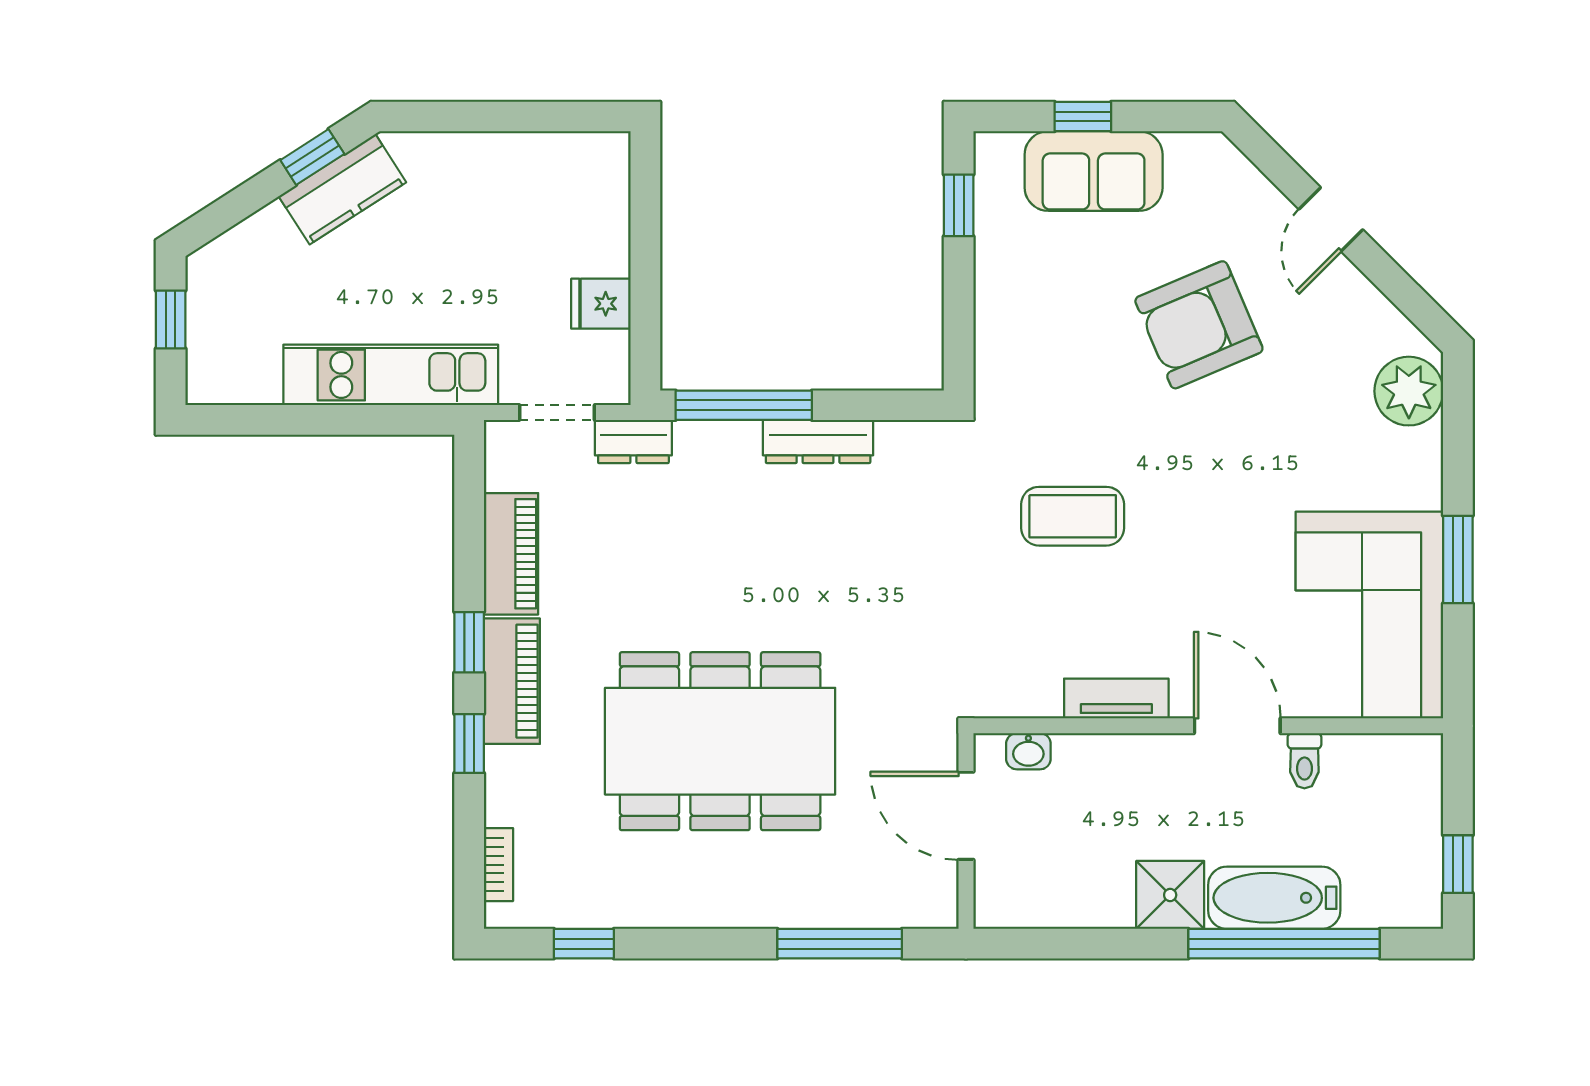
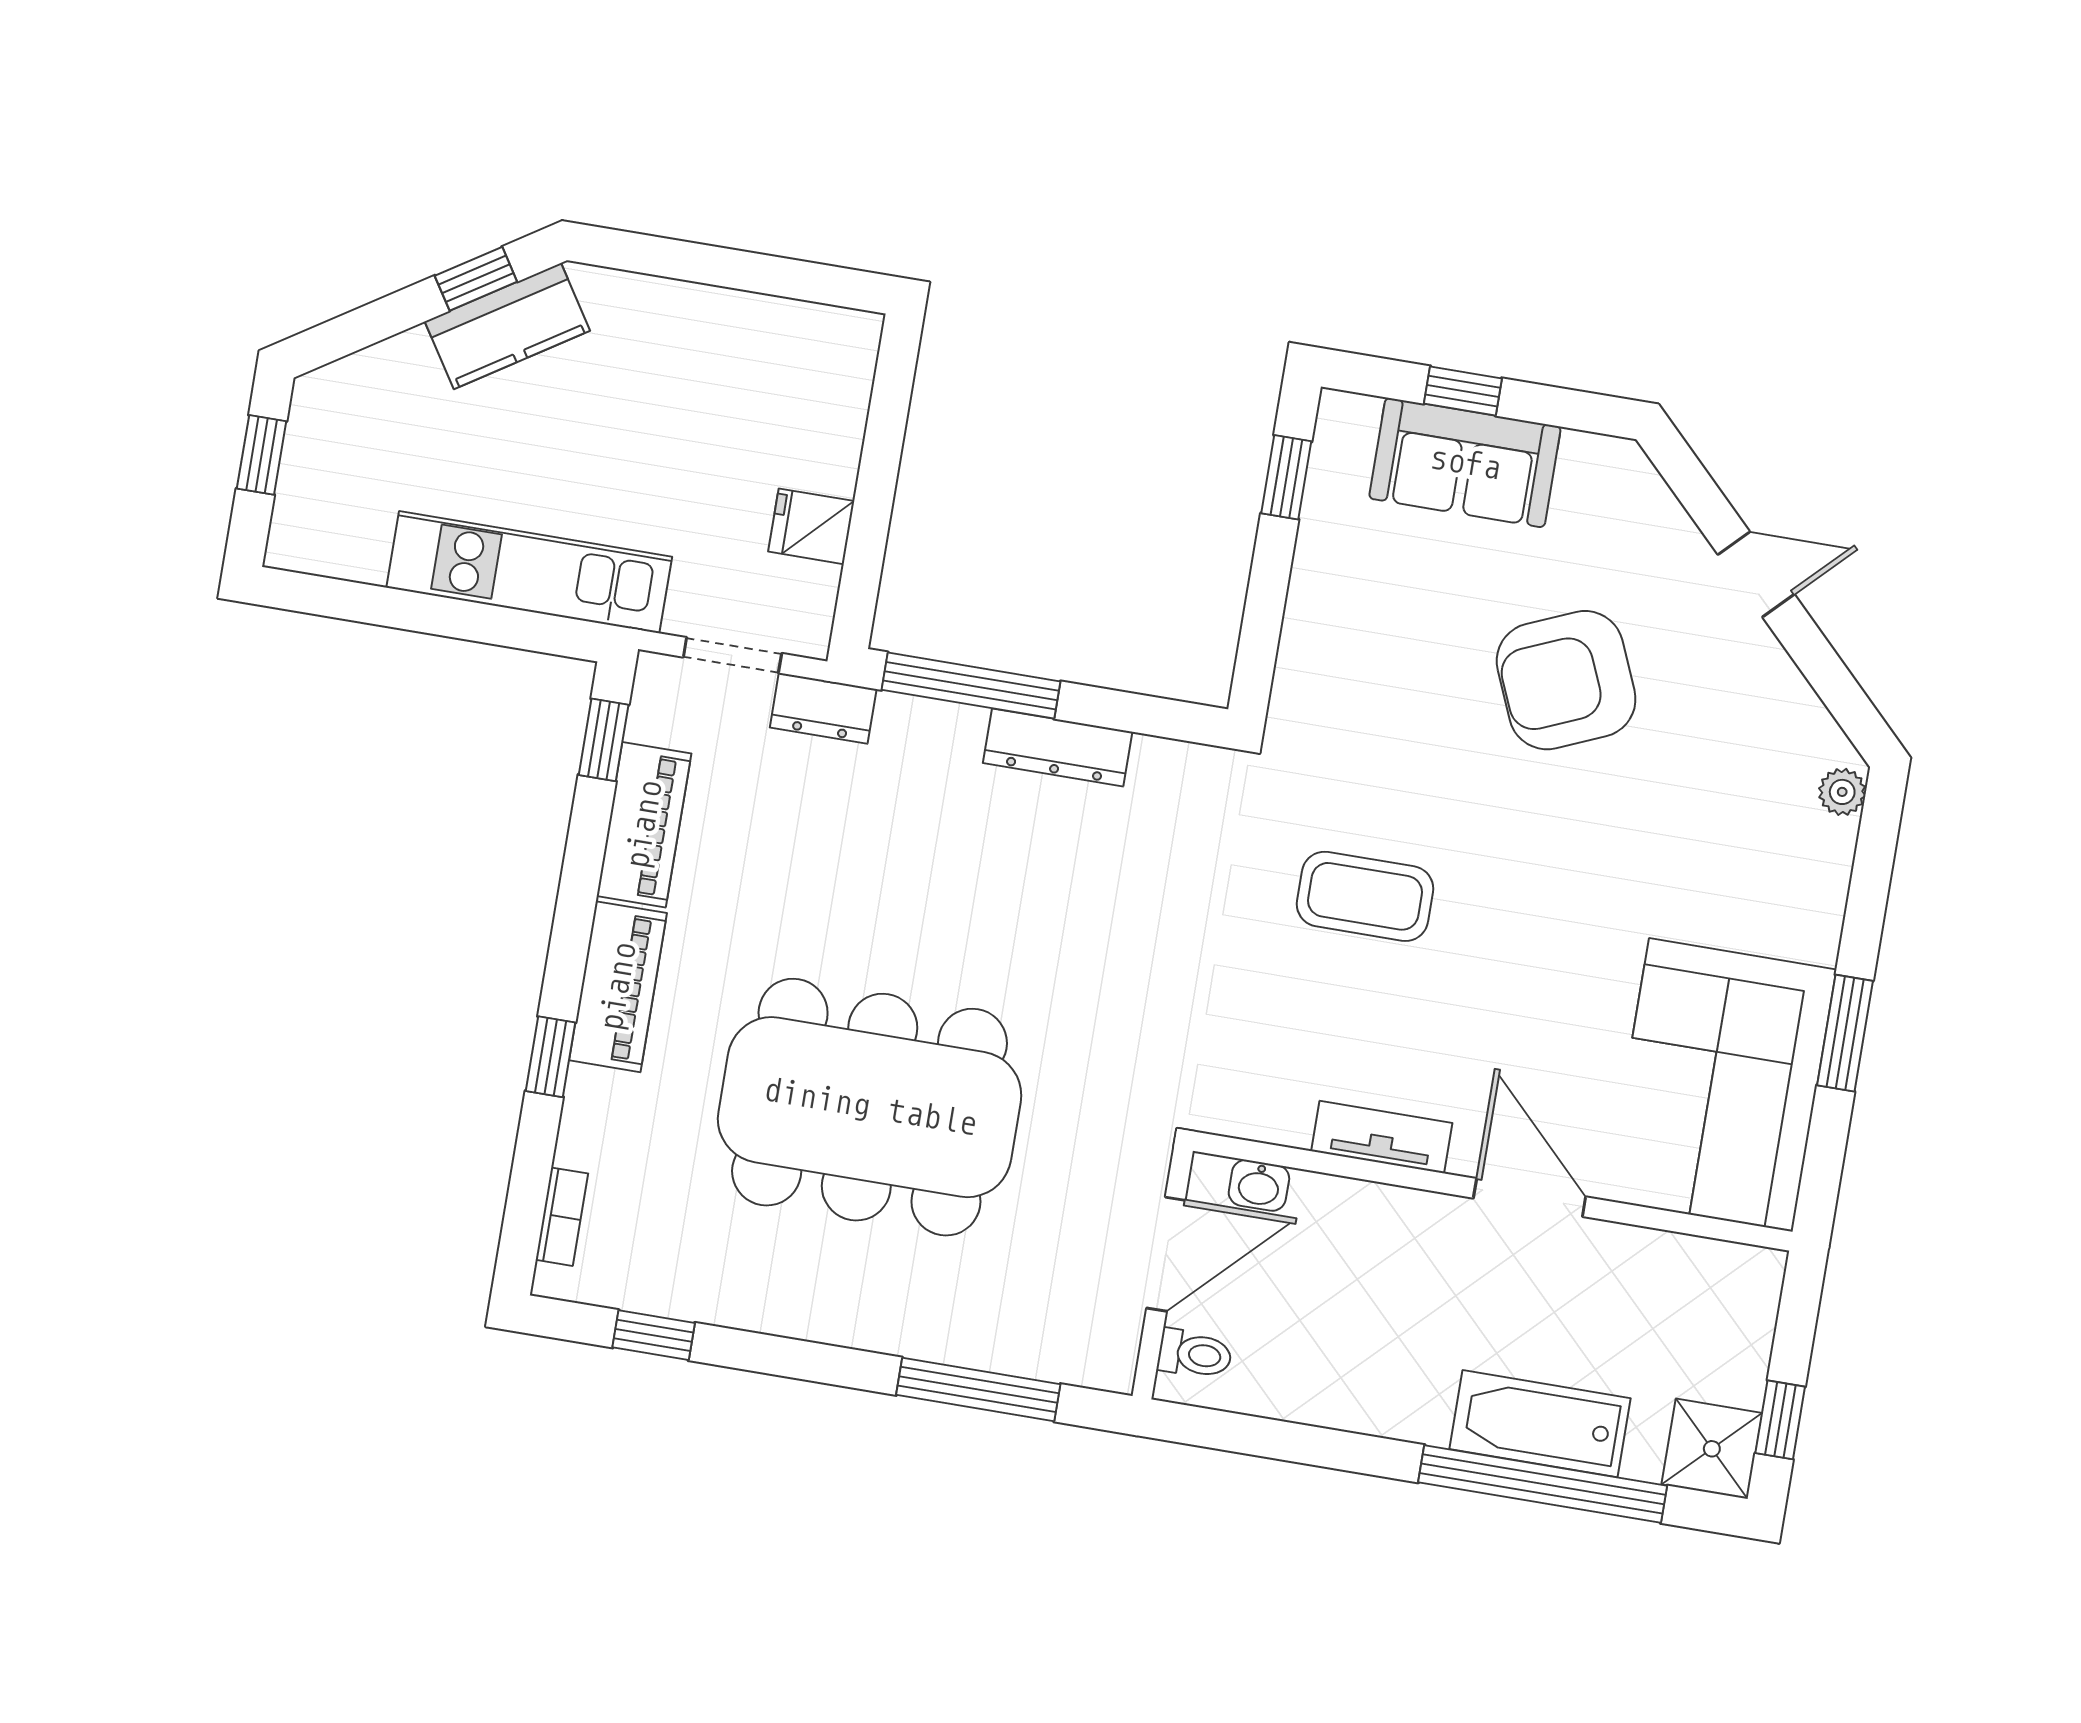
door: (1331, 219) -> (1756, 574), swing flipped
plant: (1409, 391) -> (1842, 792), width x0.53, depth x0.53
window: (469, 642) -> (604, 740), moved
toilet: (1304, 761) -> (1195, 1354), moved, turned -90
door: (966, 816) -> (1166, 1254), swing flipped
shower: (1170, 895) -> (1712, 1449), moved

